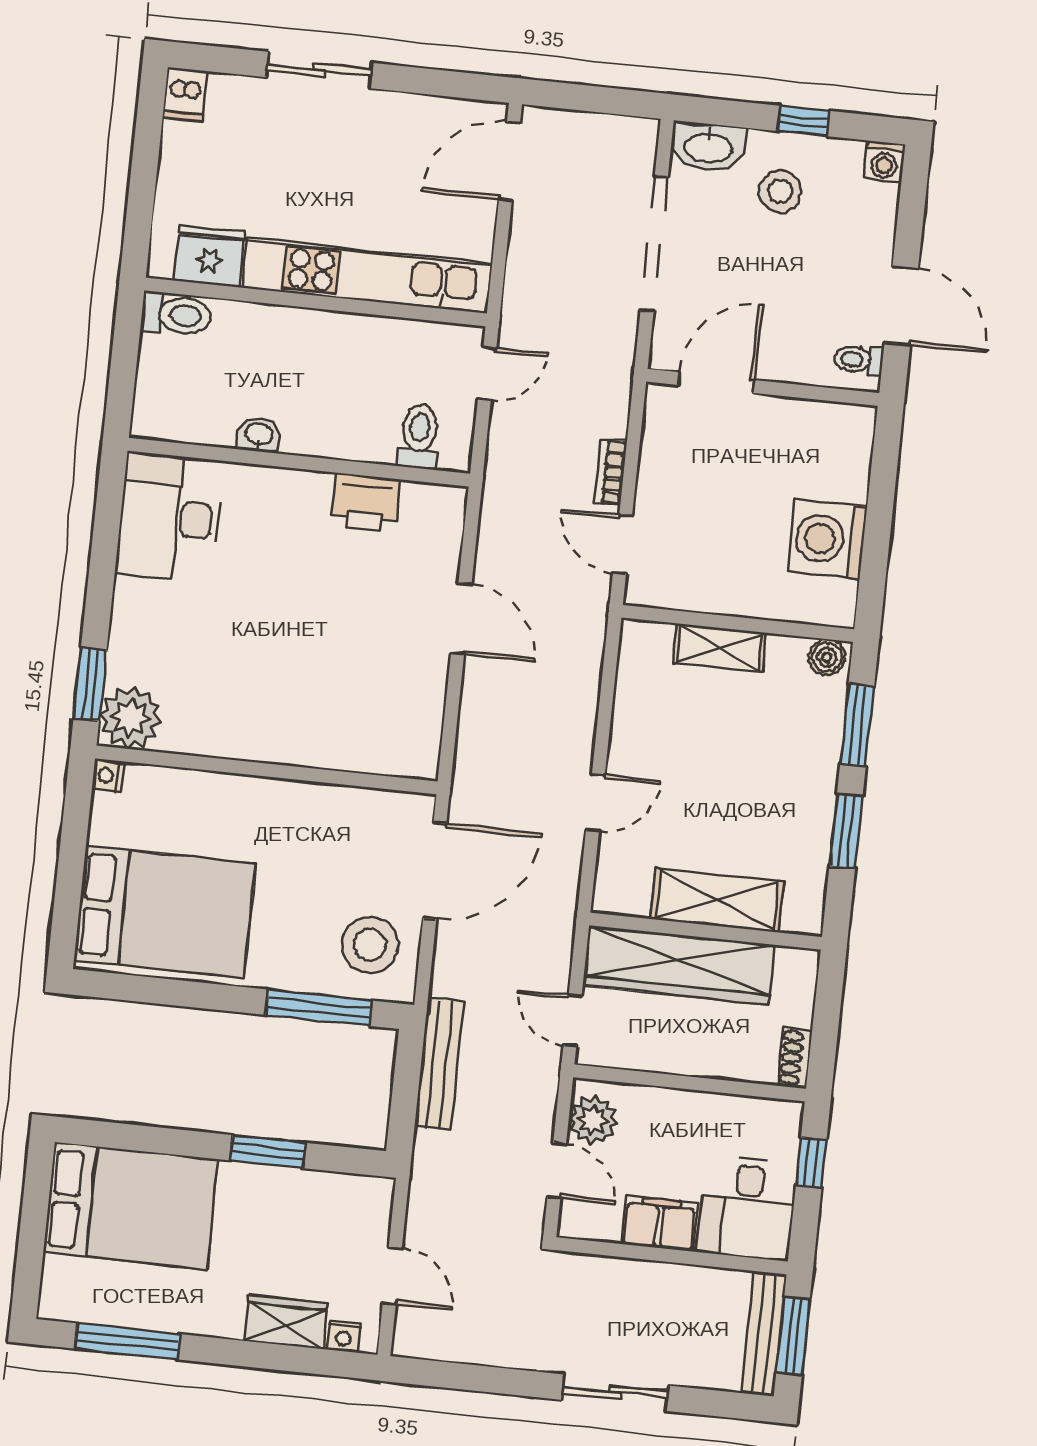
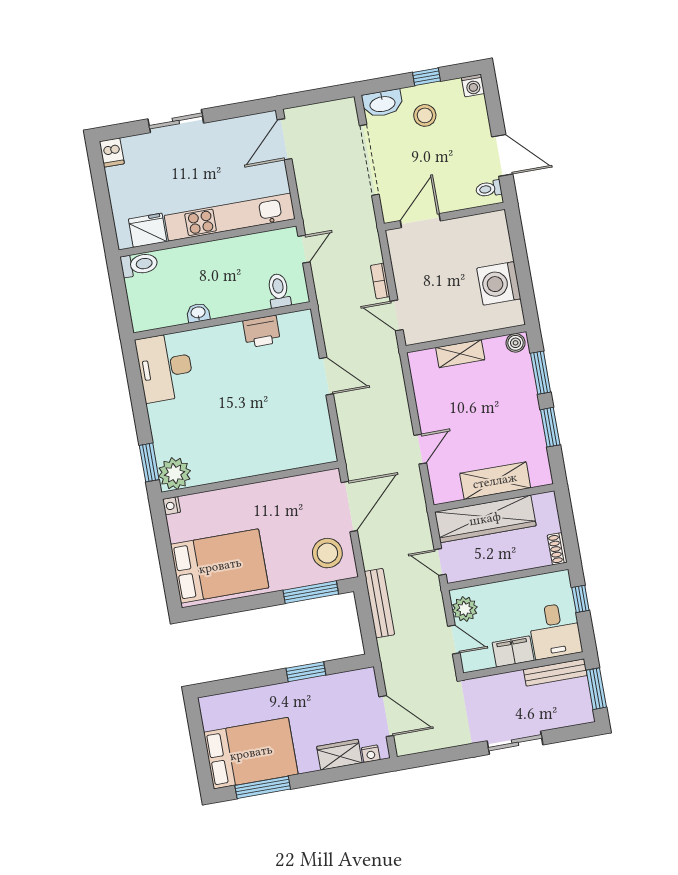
bed: (131, 1206) -> (251, 753), moved
door: (392, 1276) -> (386, 716), width x1.38
bench: (764, 1333) -> (555, 673), moved, turned 90

